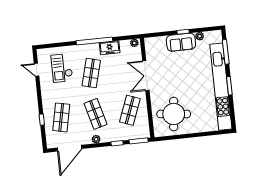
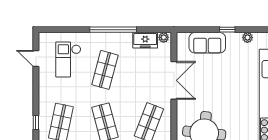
sofa: (181, 42) -> (207, 43), moved
freezer: (110, 48) -> (145, 40), moved
double door: (146, 76) -> (174, 80), swing flipped

